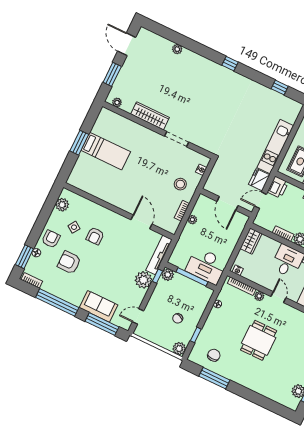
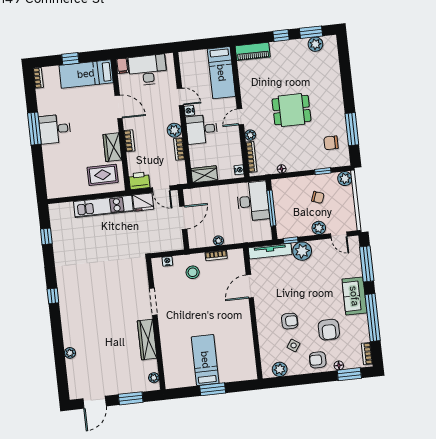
plant: (168, 275) -> (319, 228), moved
sofa: (99, 306) -> (354, 296), moved

